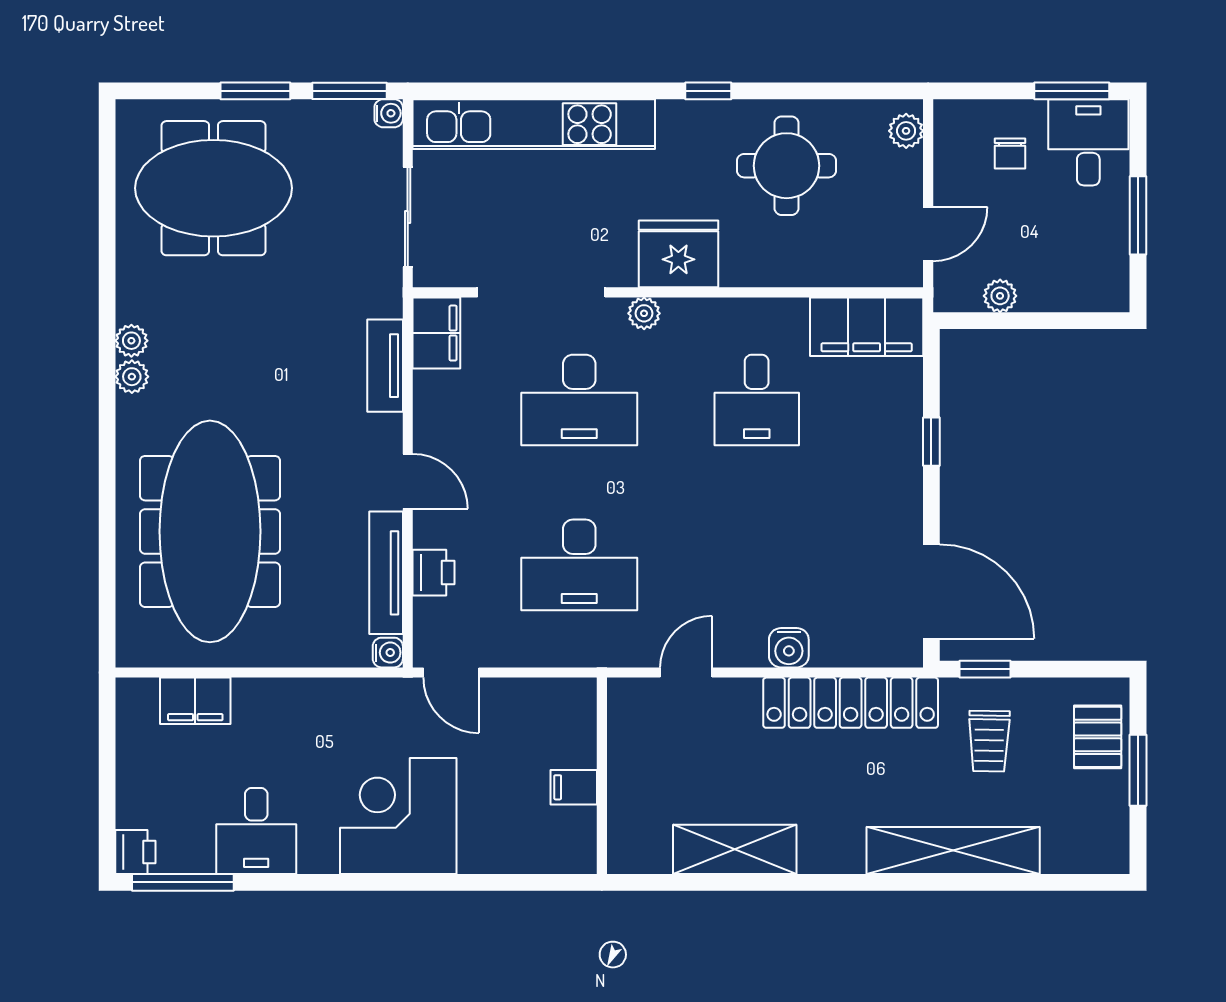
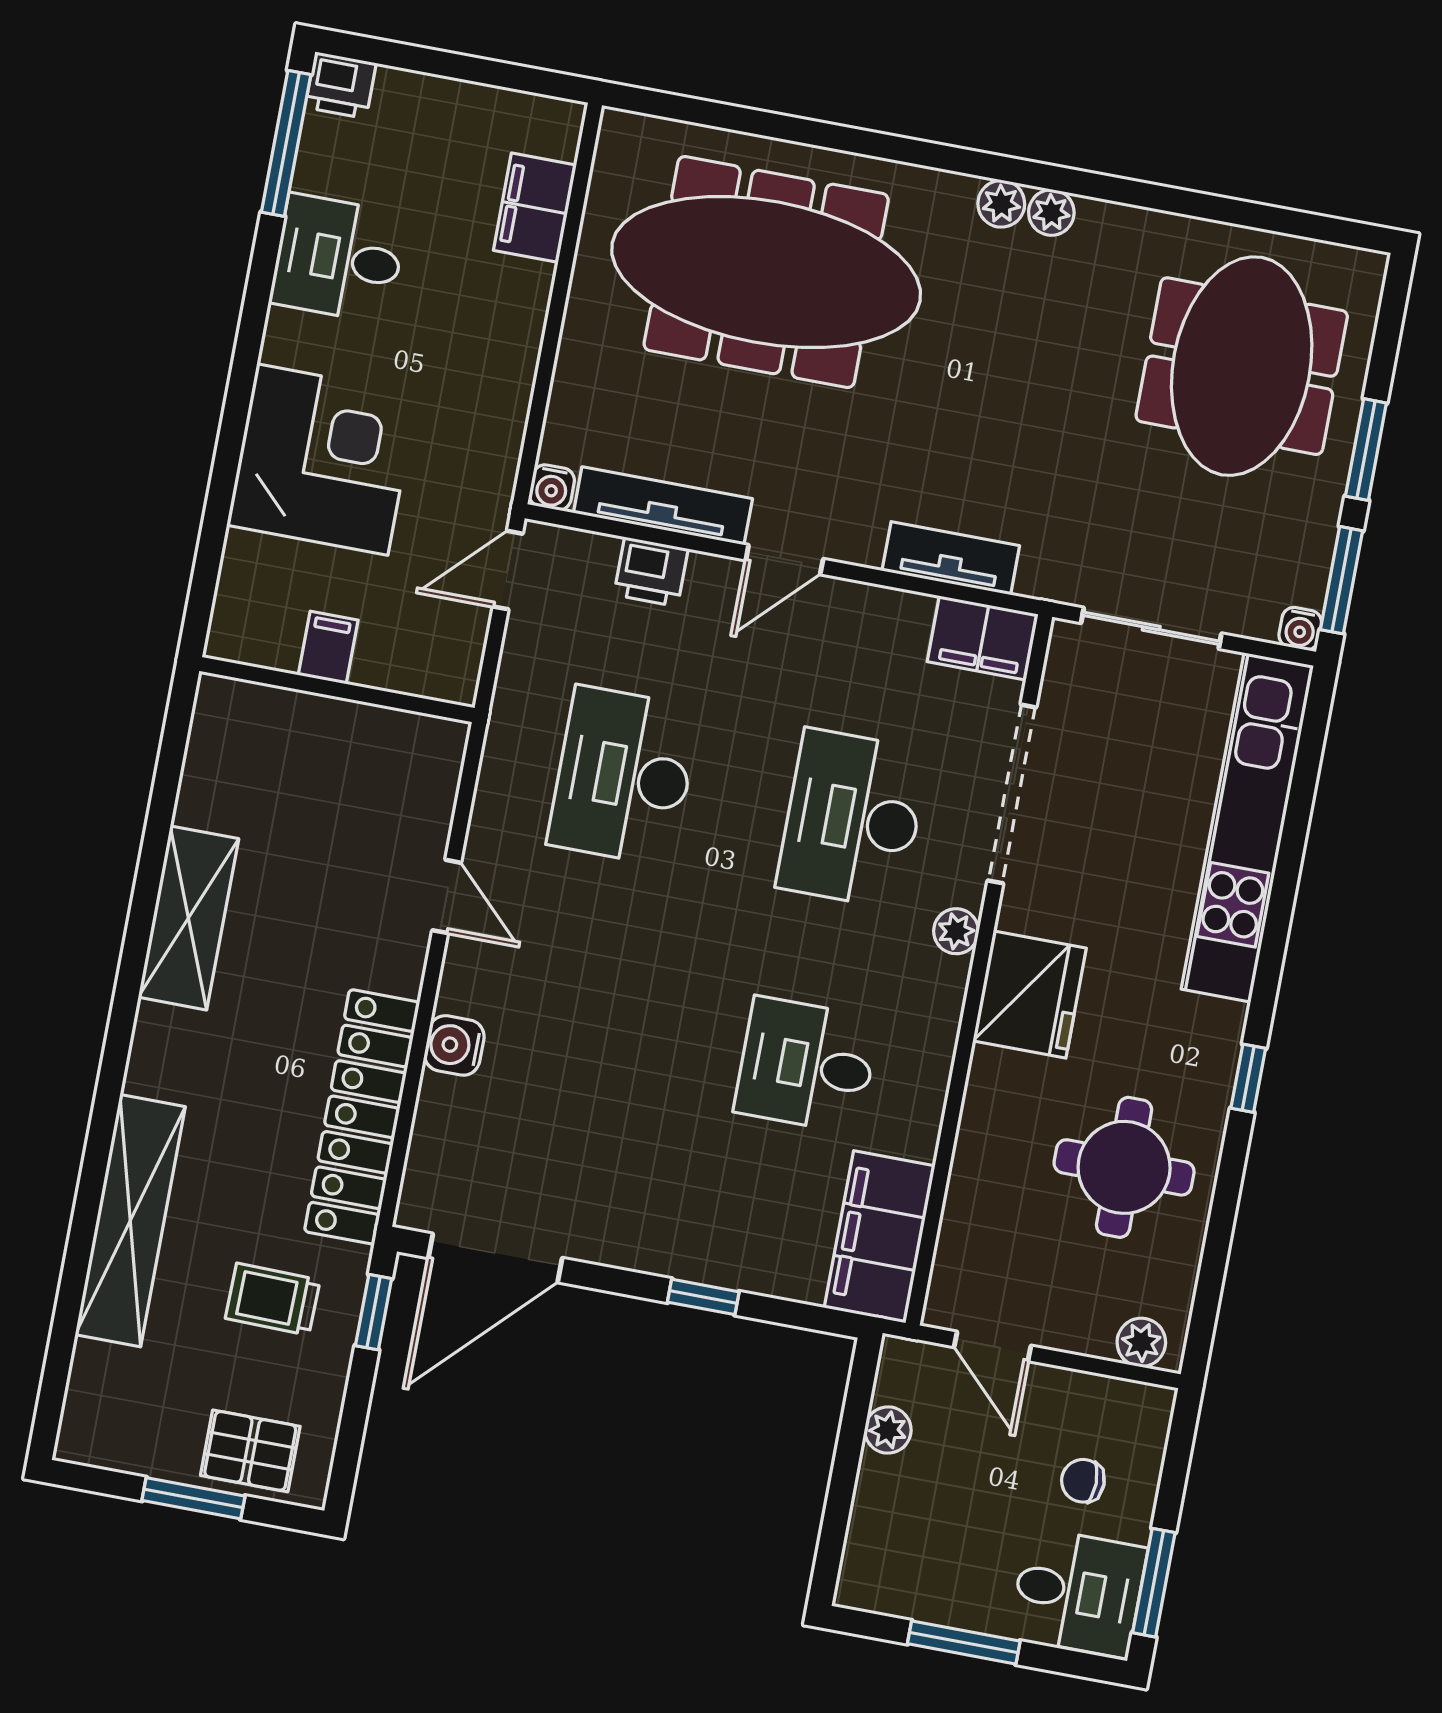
wall: (602, 776) -> (337, 690), moved
filing cabinet: (574, 787) -> (328, 648), moved

